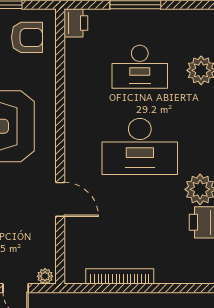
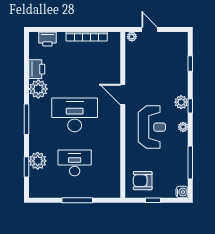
printer: (76, 23) -> (47, 39), moved, turned -90
door: (60, 199) -> (123, 95), moved

